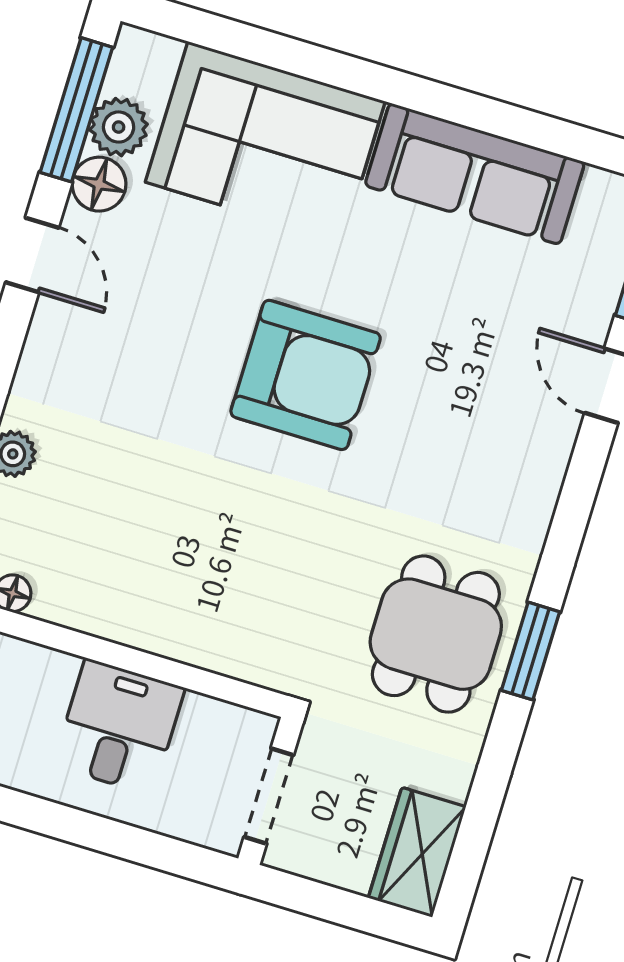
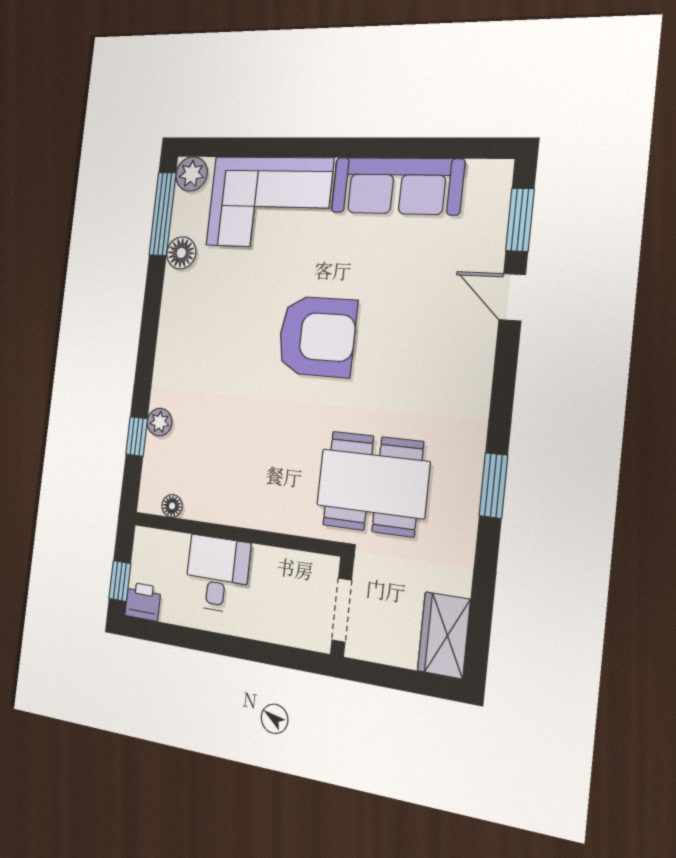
plant: (119, 127) -> (192, 174), moved
door: (32, 255) -> (152, 303), removed
dining table: (436, 634) -> (373, 484), moved, width x1.38
desk: (119, 727) -> (217, 574), moved

